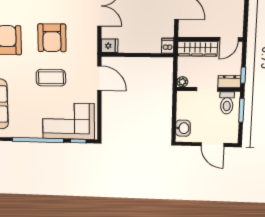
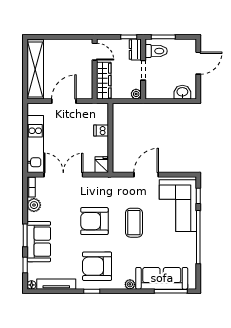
armchair: (52, 38) -> (94, 221), turned 180
dishwasher: (168, 46) -> (101, 130), moved
door: (99, 78) -> (146, 175), moved

